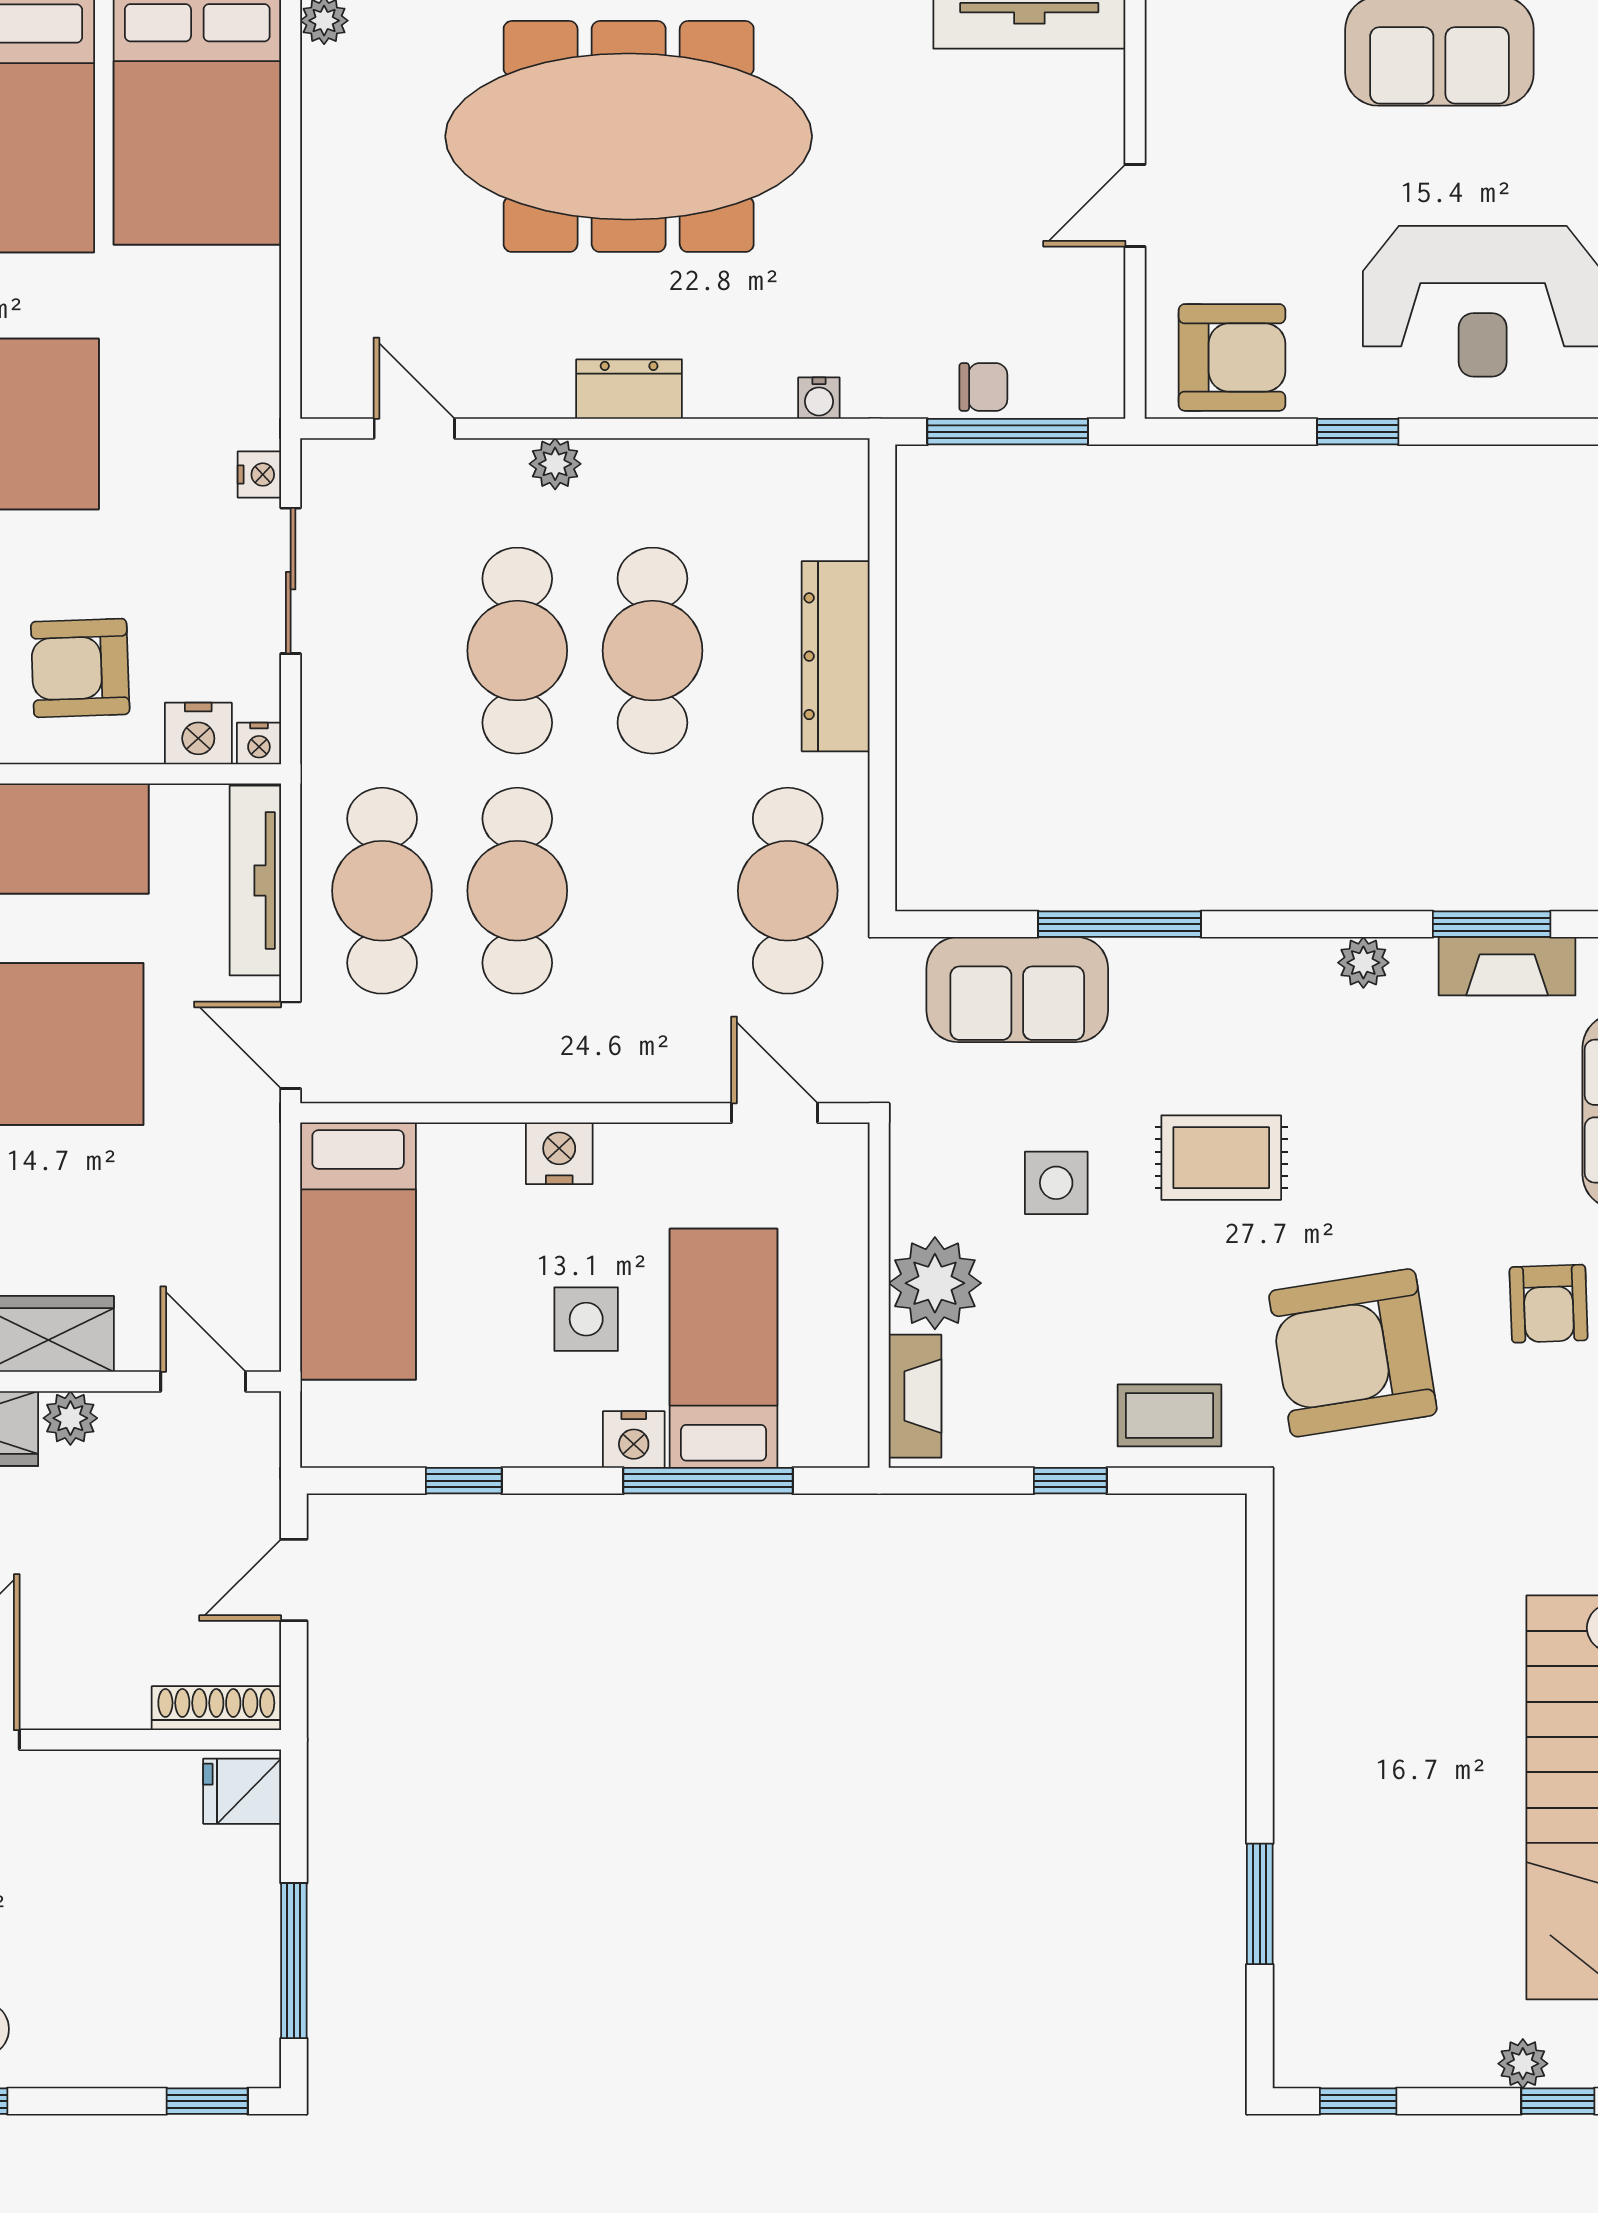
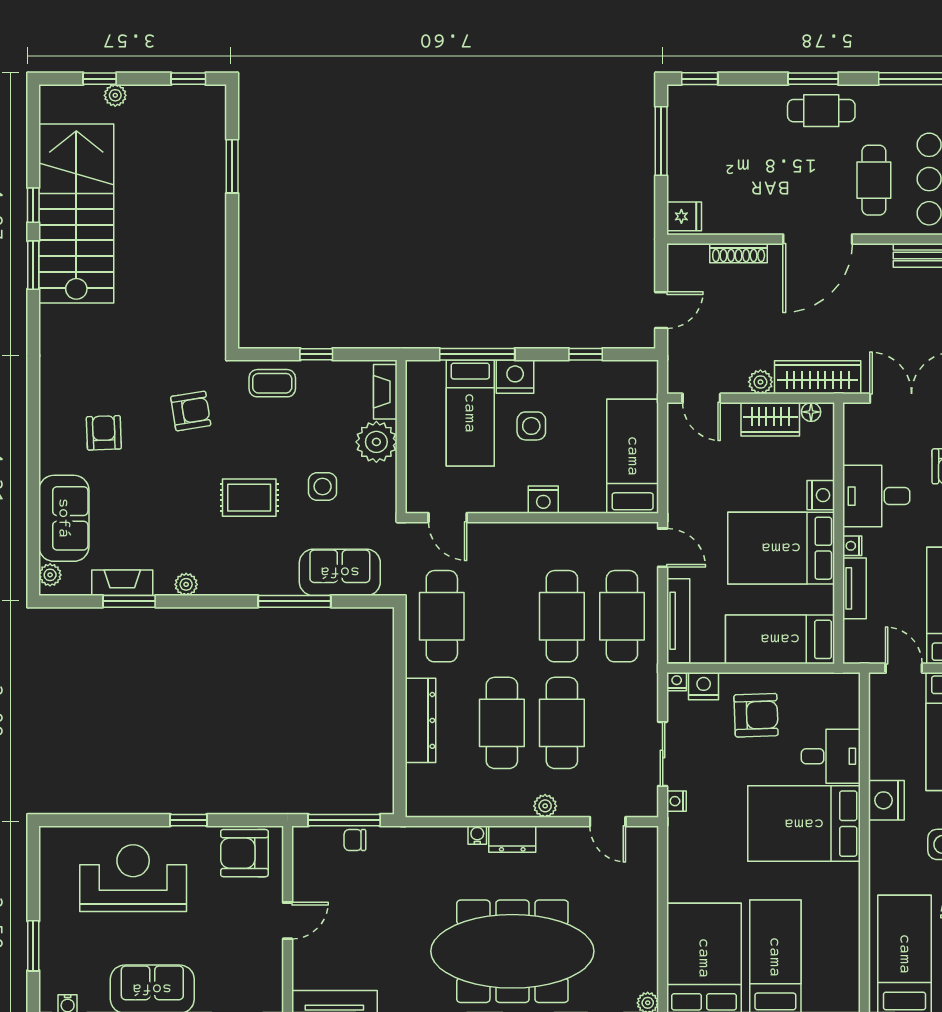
water cooler: (819, 398) -> (477, 835), moved
armchair: (1353, 1353) -> (191, 411), width x0.53, depth x0.53
nightstand: (634, 1440) -> (515, 377), width x1.36, depth x1.33
shoe rack: (216, 1708) -> (739, 253), moved

